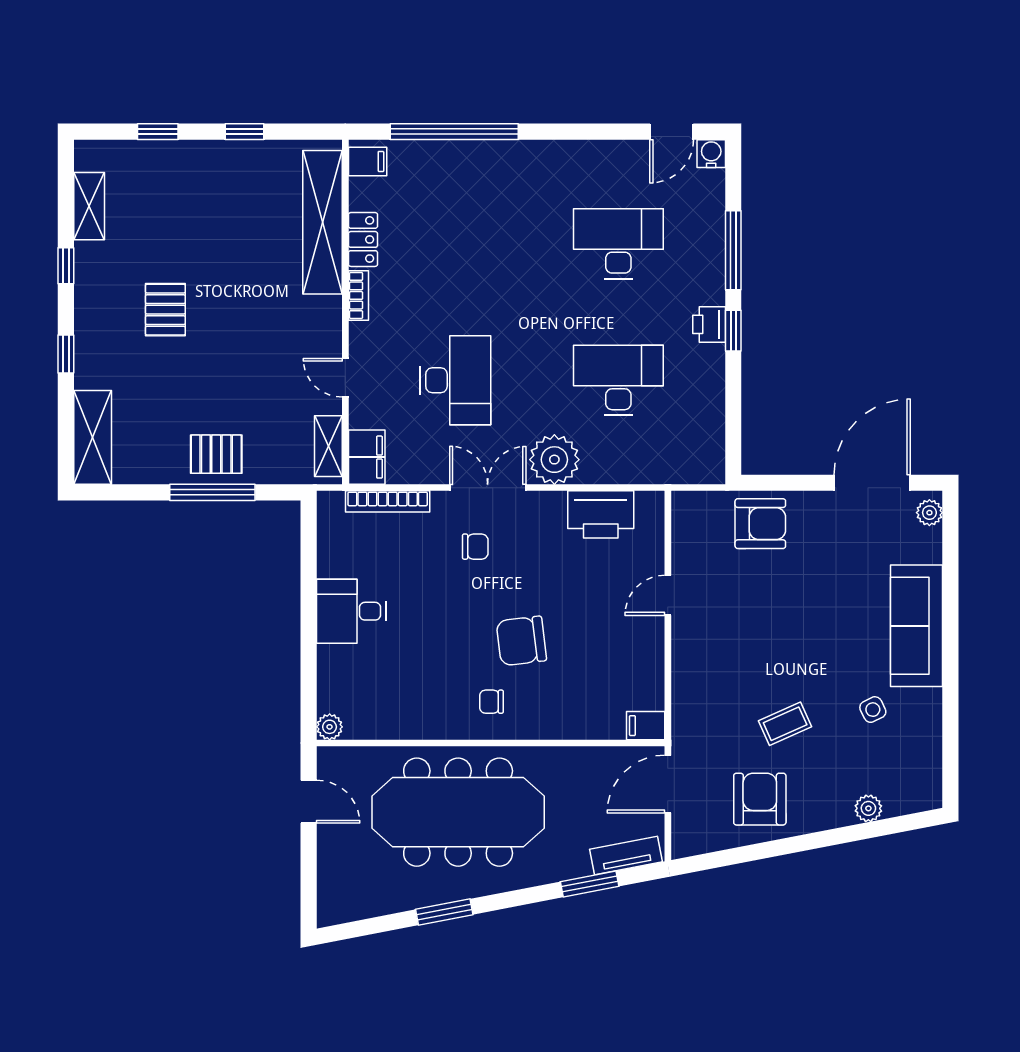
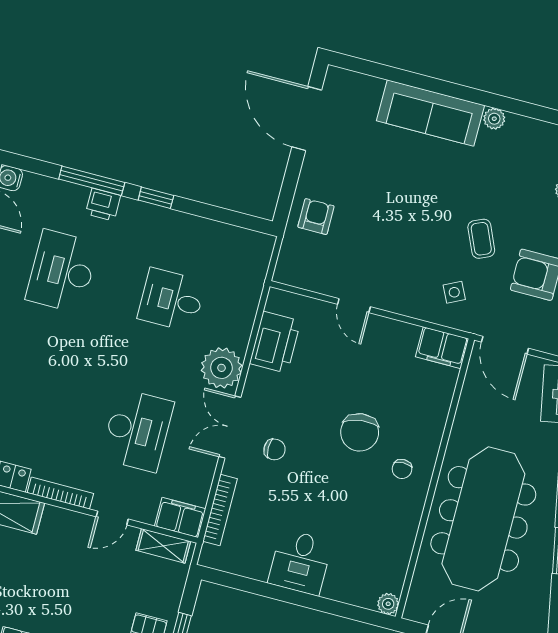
bookcase: (358, 295) -> (60, 493), width x1.56
printer: (709, 324) -> (103, 205), moved
desk: (455, 380) -> (137, 430), turned 90
desk: (618, 380) -> (171, 300), width x0.73
plant: (929, 513) -> (494, 119), moved
armchair: (760, 524) -> (316, 217), width x0.72, depth x0.72
chair: (475, 547) -> (275, 449), turned 90
side table: (873, 710) -> (454, 292), moved
filing cabinet: (646, 726) -> (442, 348), width x2.00

